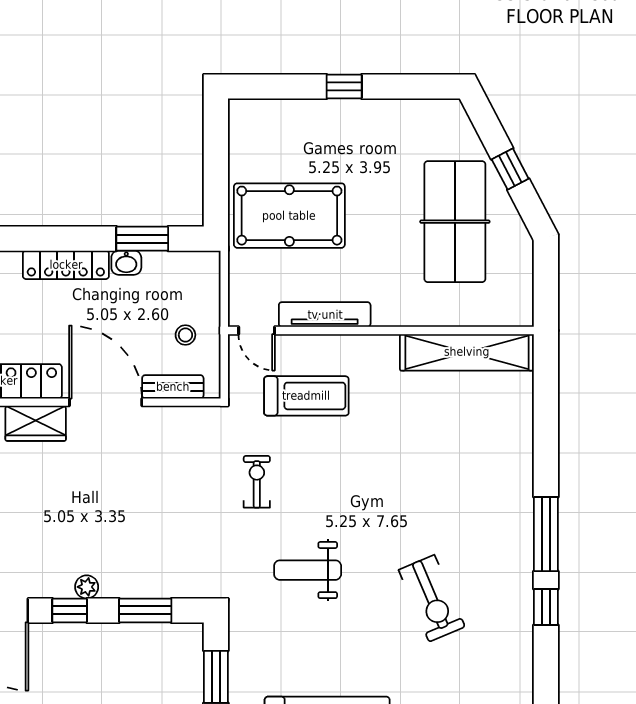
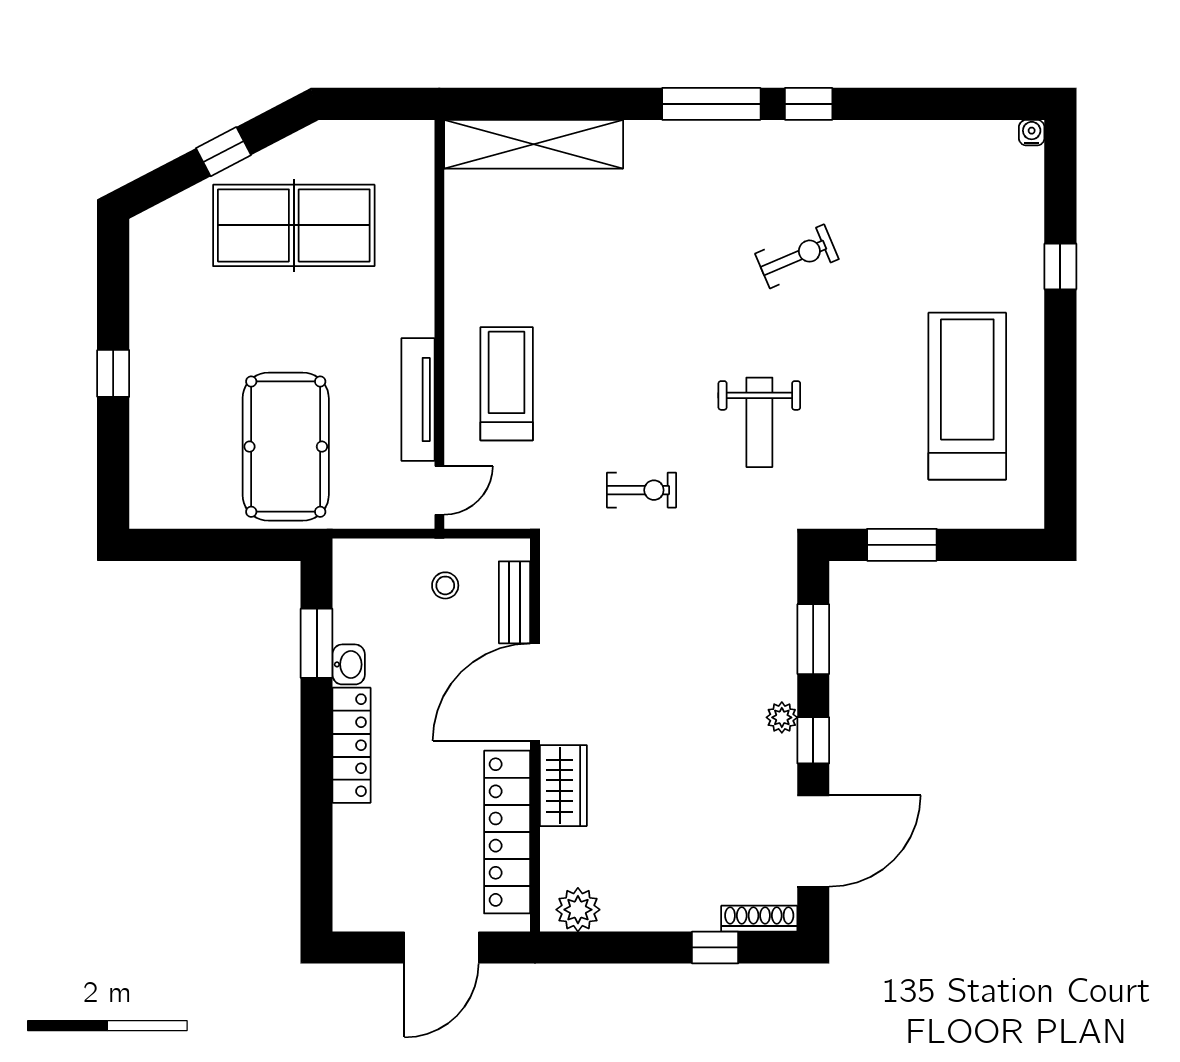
shelving: (467, 352) -> (534, 144), moved, turned 90
treadmill: (306, 396) -> (507, 384), moved
exercise bike: (257, 482) -> (641, 490), turned 180
exercise bike: (432, 598) -> (797, 256), width x0.73, depth x0.72

